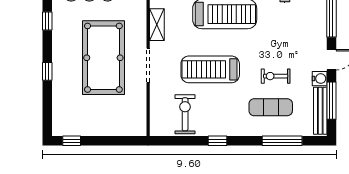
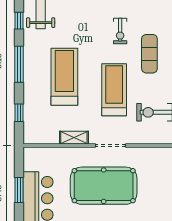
treadmill: (210, 69) -> (114, 90), turned 180
exercise mat: (271, 107) -> (149, 54), moved

